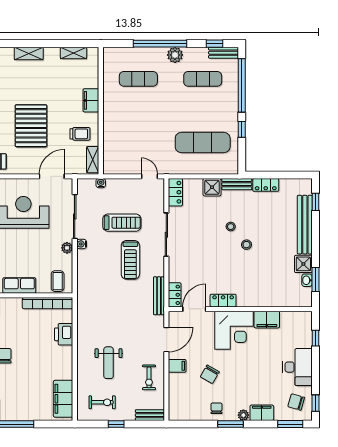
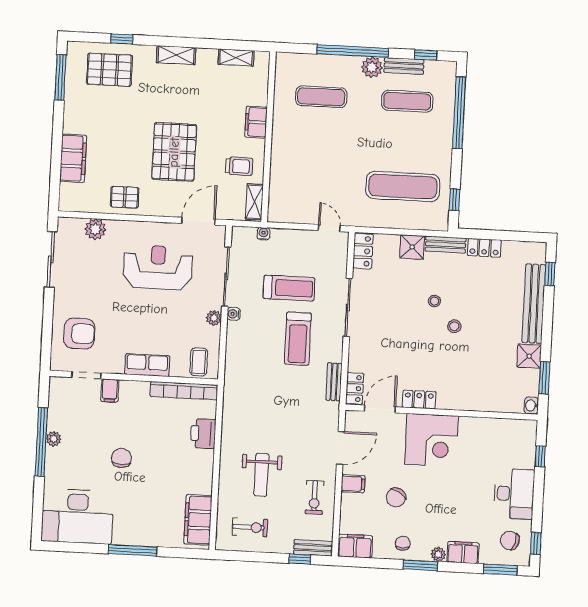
bench: (223, 53) -> (404, 66), moved
window: (242, 129) -> (455, 200), moved
washbasin: (307, 280) -> (531, 406), moved
bench: (159, 296) -> (334, 382), width x0.73
filing cabinet: (267, 320) -> (355, 546), moved, turned 180
window: (116, 424) -> (300, 559), moved

